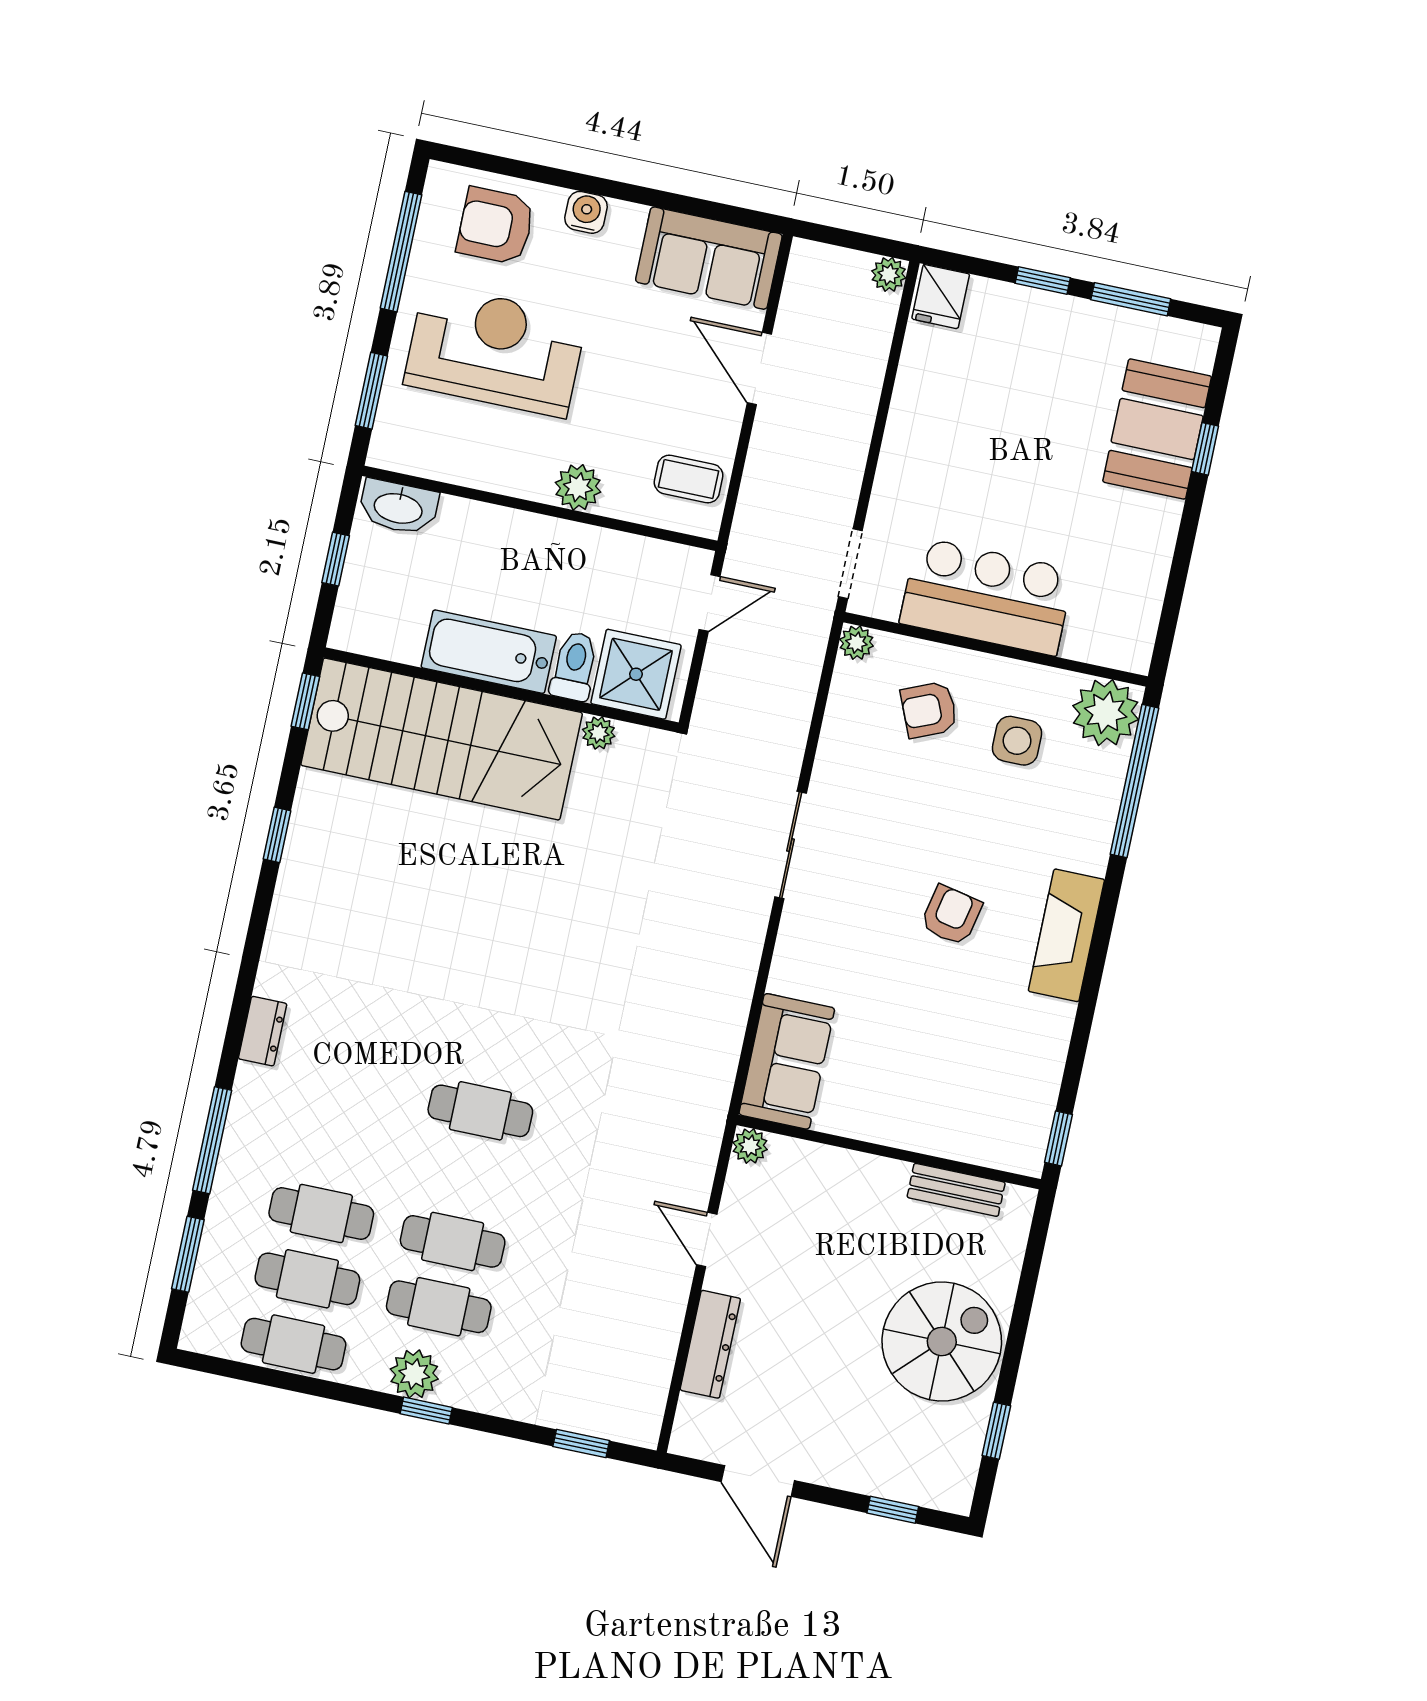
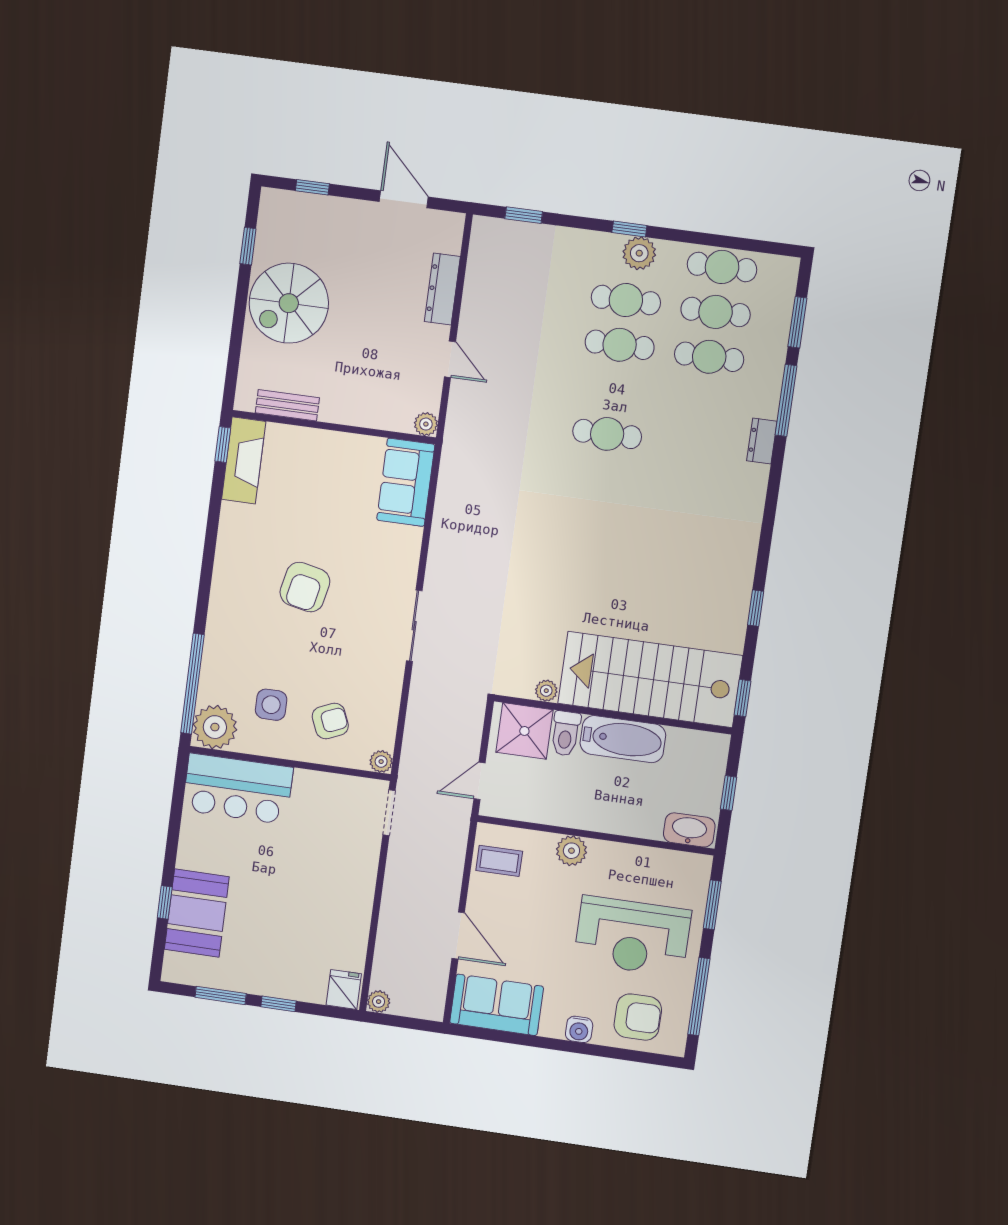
bar counter: (987, 596) -> (238, 789), moved
armchair: (951, 915) -> (305, 587), width x1.38, depth x1.38
fireplace: (1066, 935) -> (244, 460), moved
dresser: (263, 1031) -> (762, 441), moved

